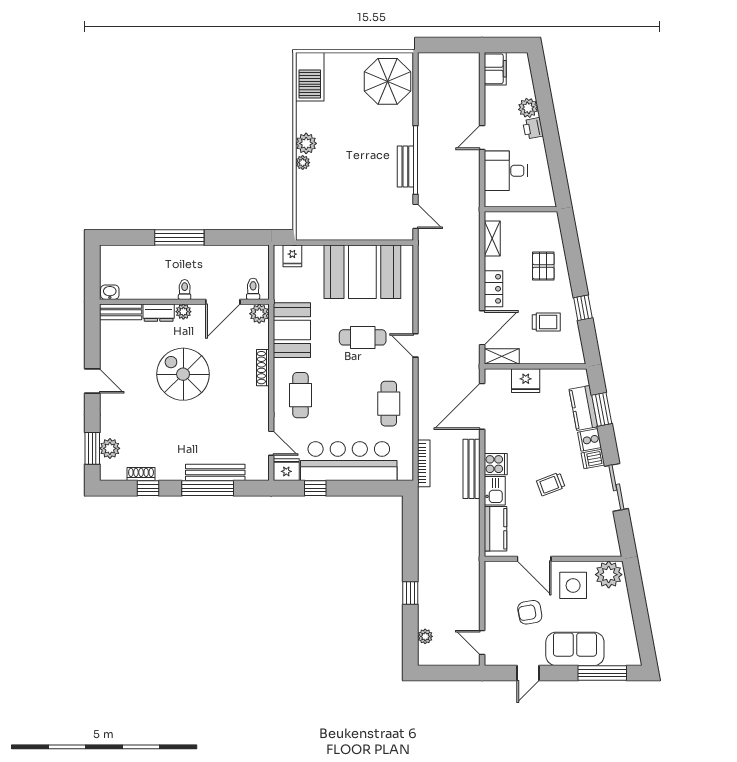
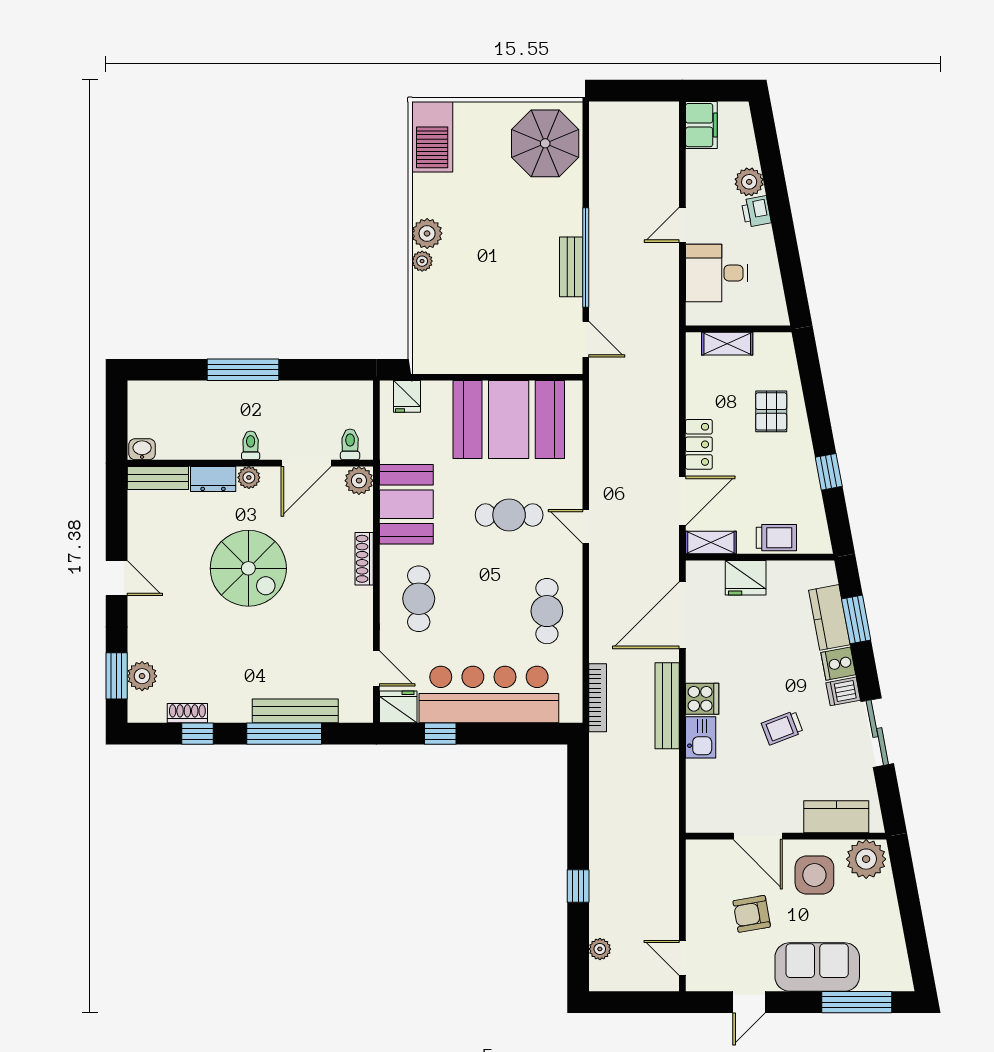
shelving: (492, 238) -> (727, 344), moved, turned 90
trolley: (546, 322) -> (776, 538), moved
spiral stairs: (183, 374) -> (248, 568), turned 180
kitchen counter: (495, 529) -> (836, 817), moved, turned -90

